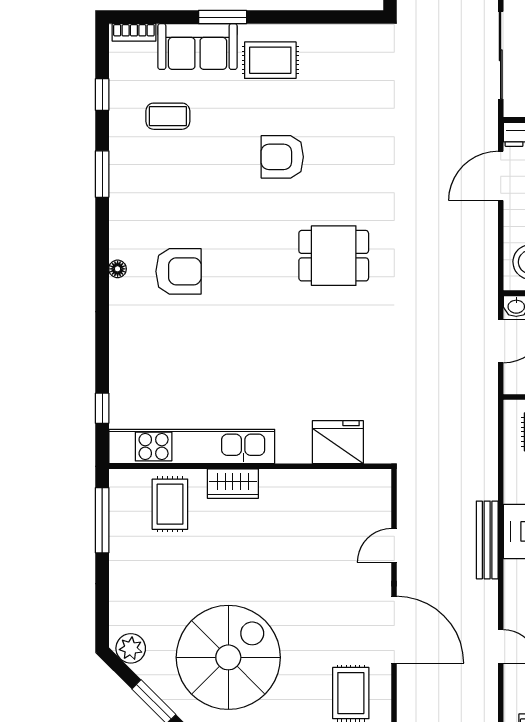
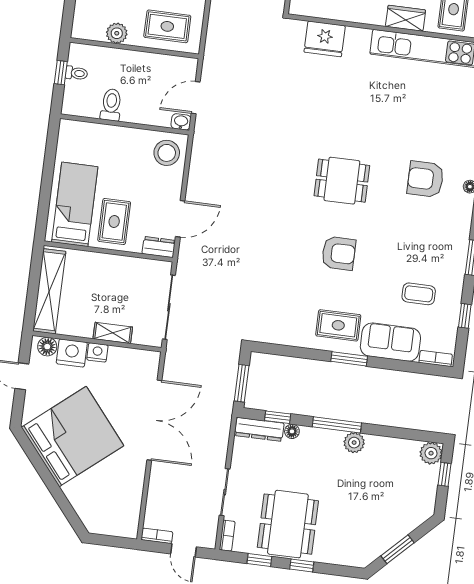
window: (223, 17) -> (349, 359), moved
dining table: (334, 256) -> (342, 181), moved

